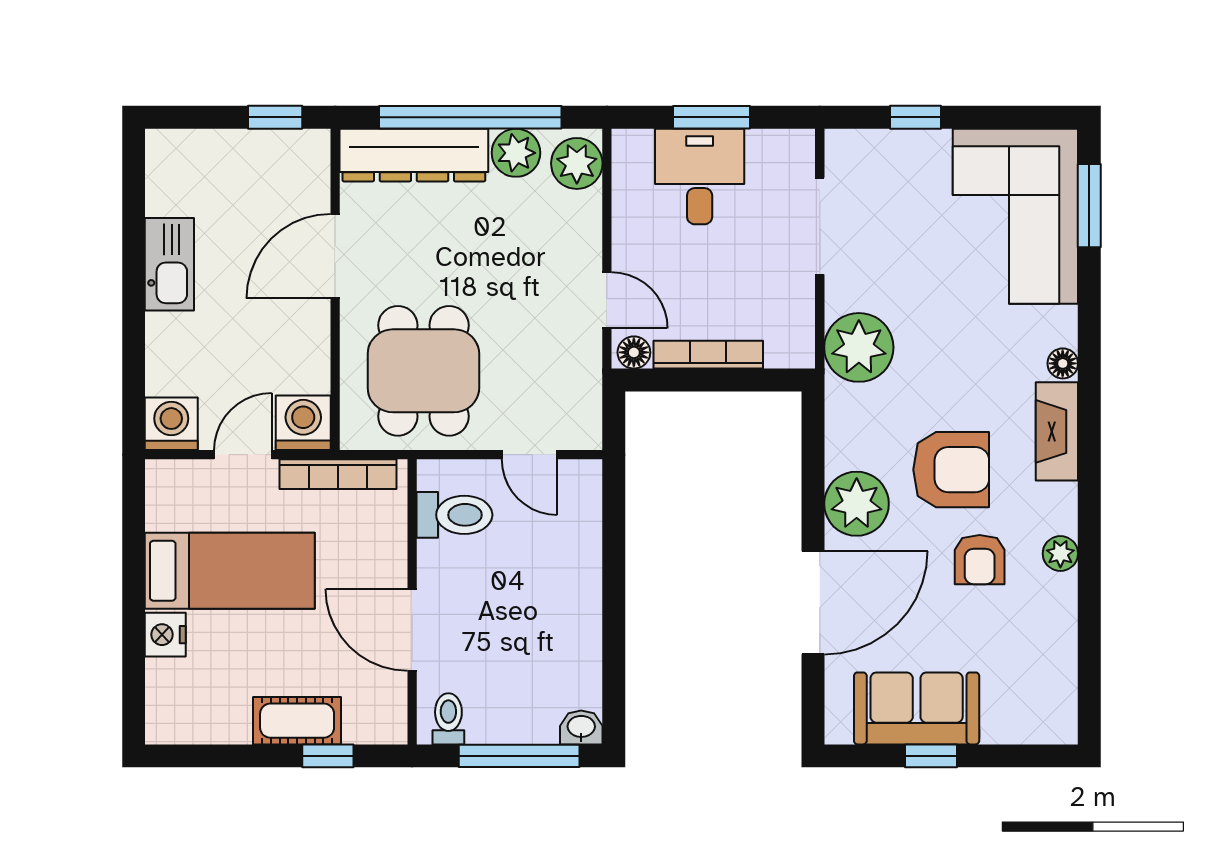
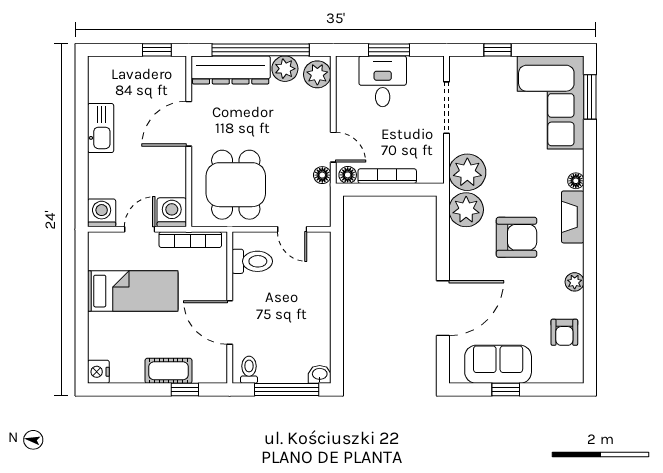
floor lamp: (586, 353) -> (322, 175), added
plant: (857, 504) -> (466, 210), moved
armchair: (980, 560) -> (564, 332), moved
nightstand: (165, 635) -> (98, 372), moved

